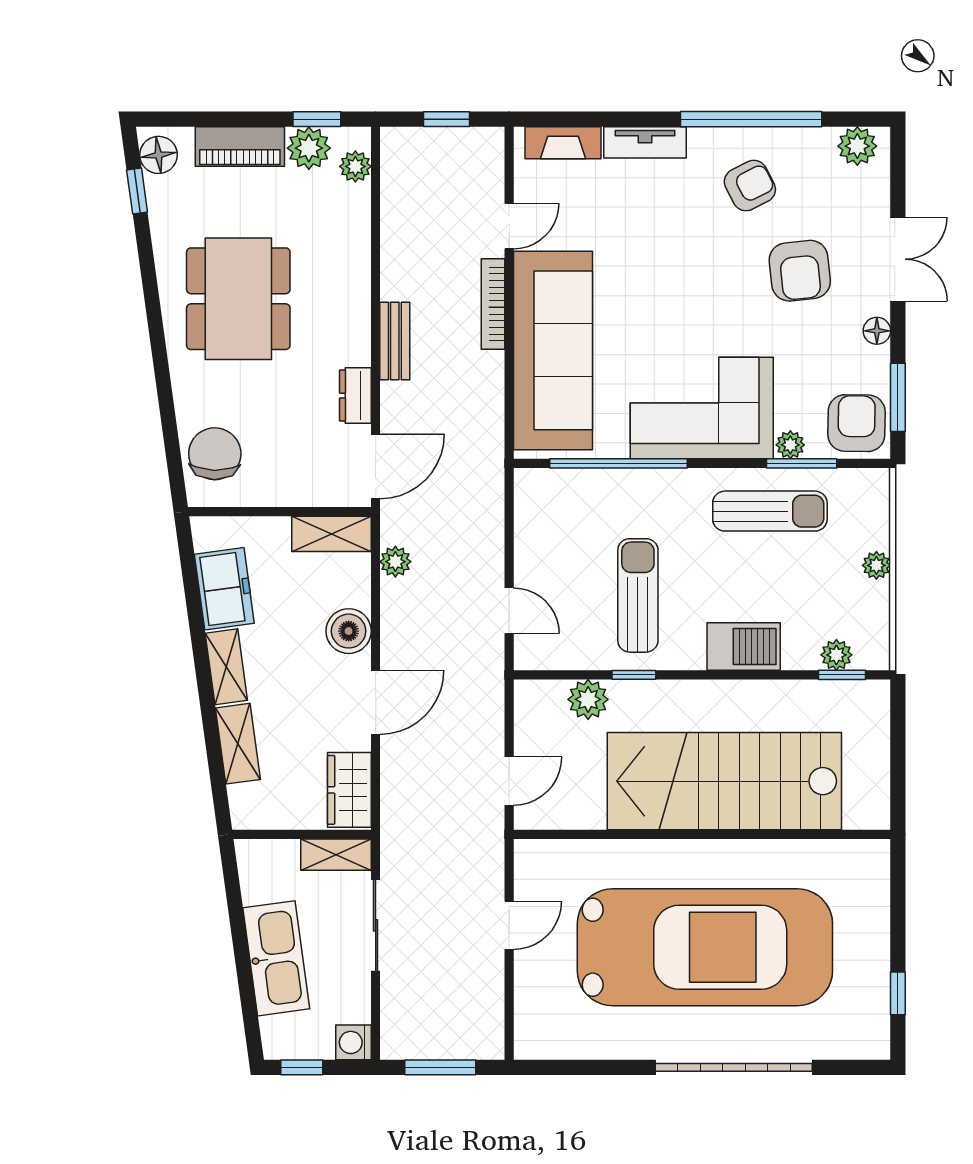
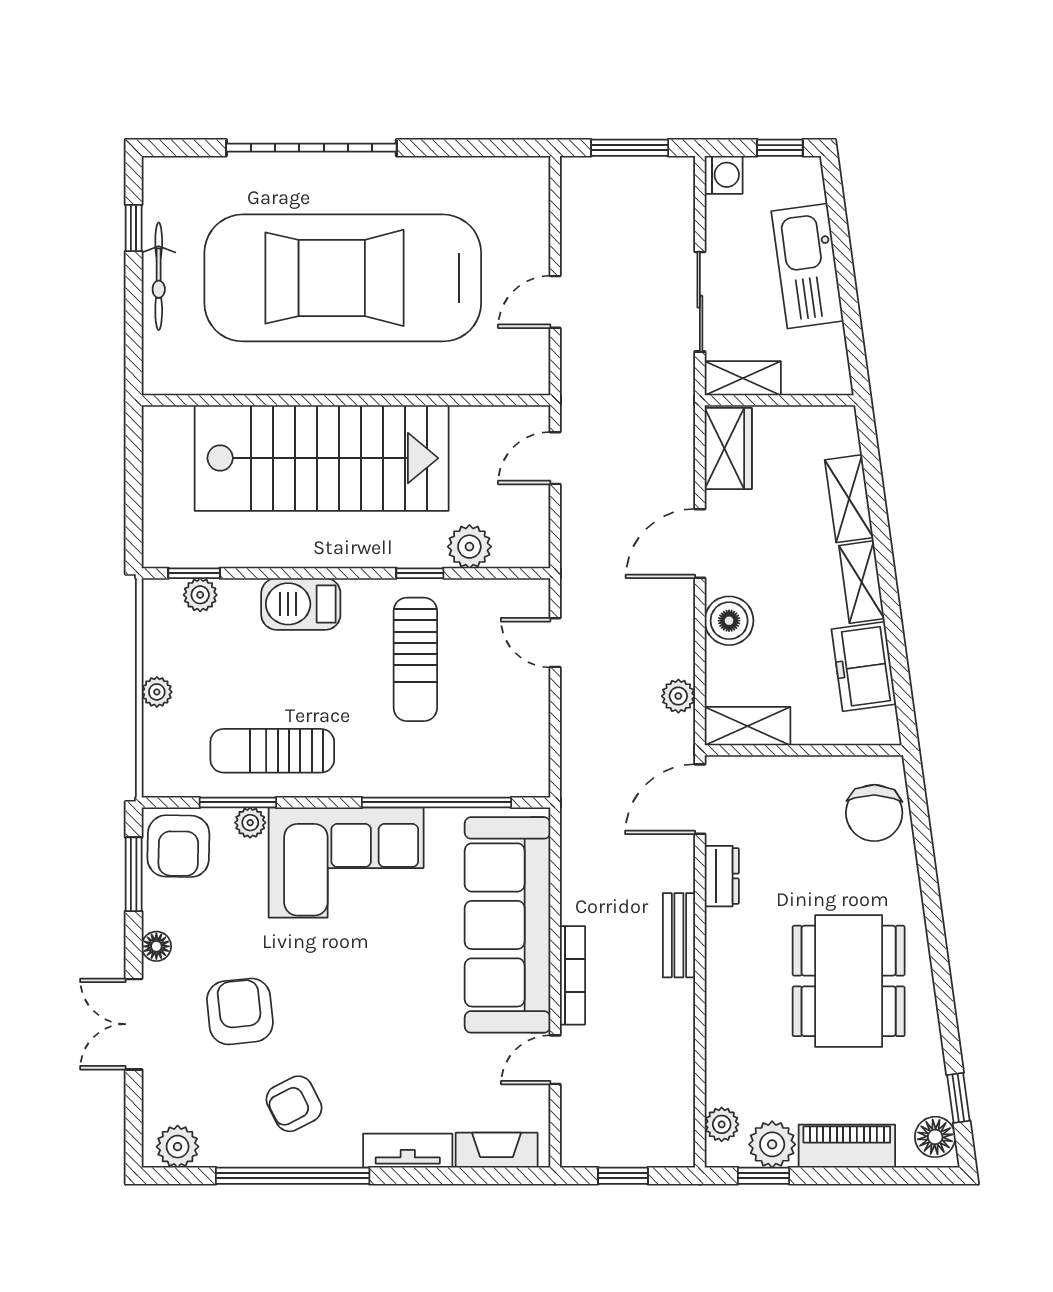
bicycle: (875, 949) -> (159, 276), added

